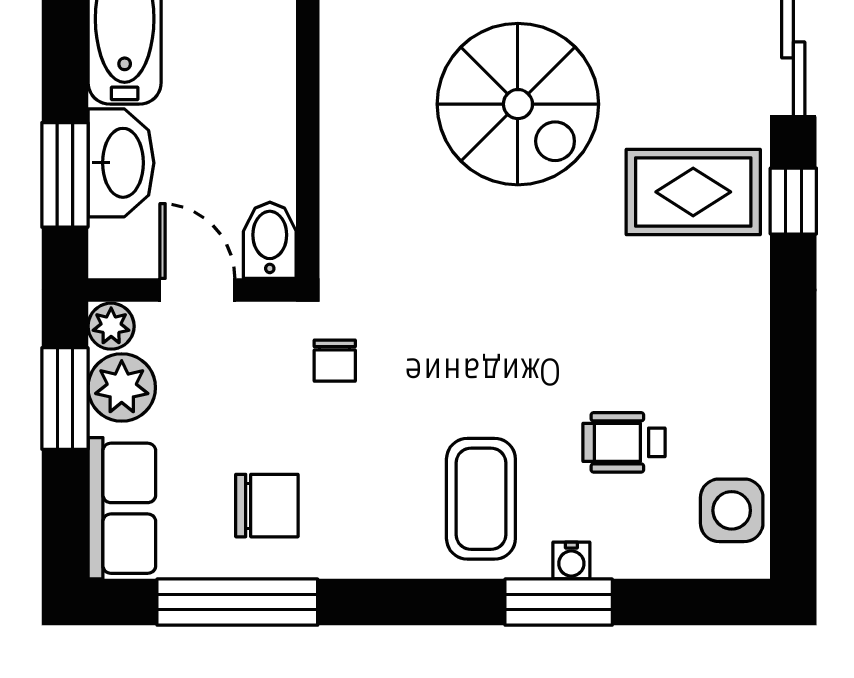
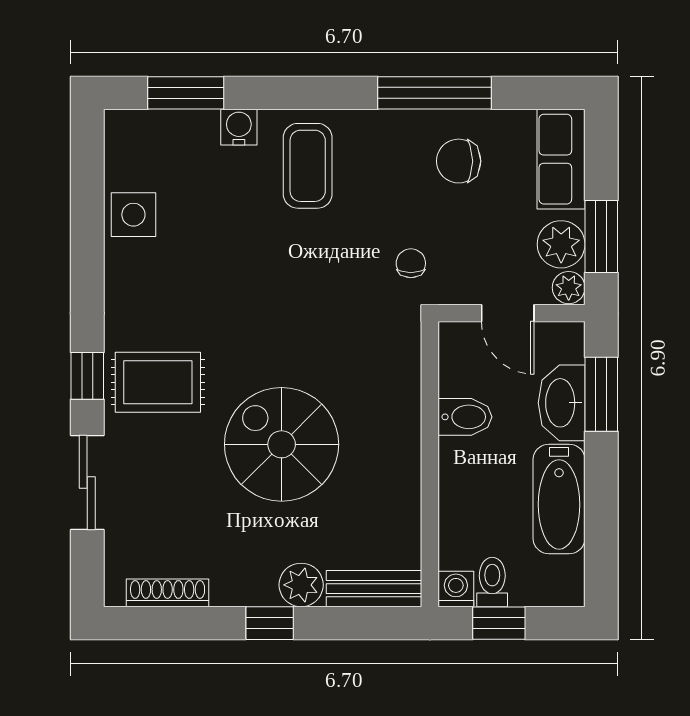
bidet: (270, 240) -> (465, 417), moved, turned -90
wheelchair: (624, 442) -> (207, 206), removed
side table: (732, 510) -> (133, 215), moved
water cooler: (571, 561) -> (239, 127), width x1.38, depth x1.38
window: (237, 602) -> (434, 93), moved
window: (559, 602) -> (186, 93), moved

